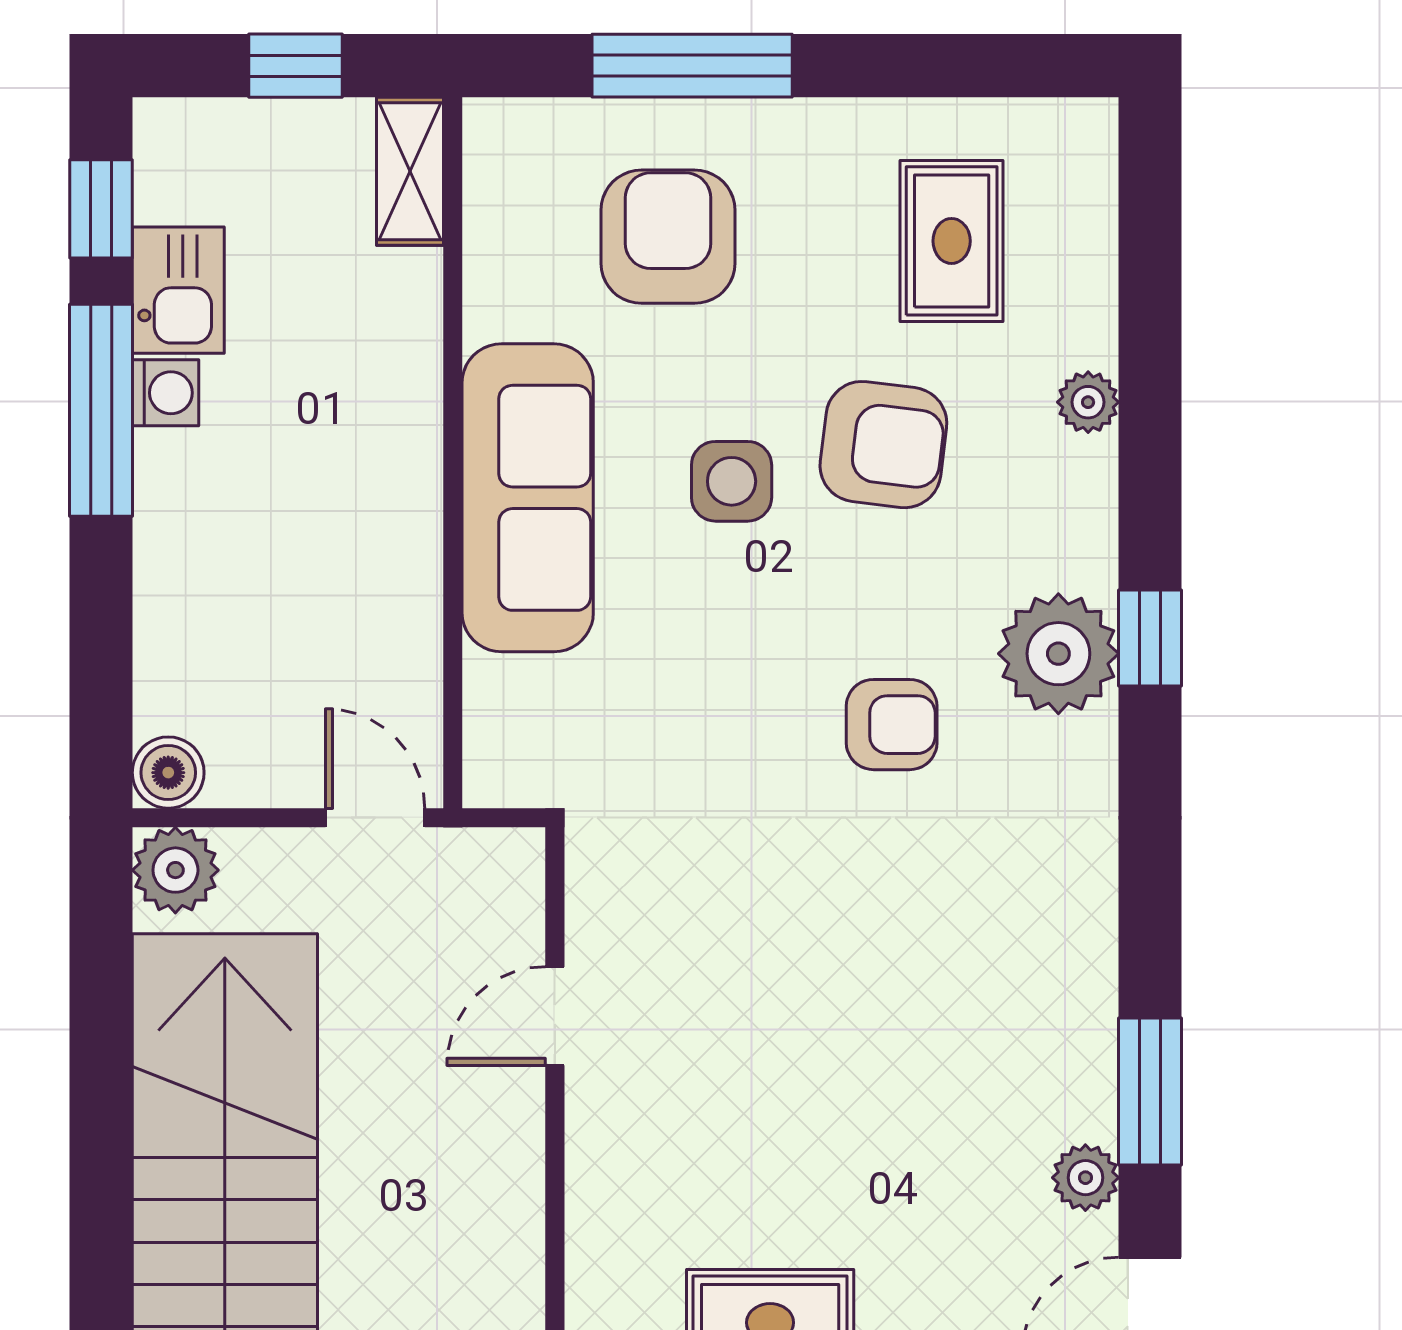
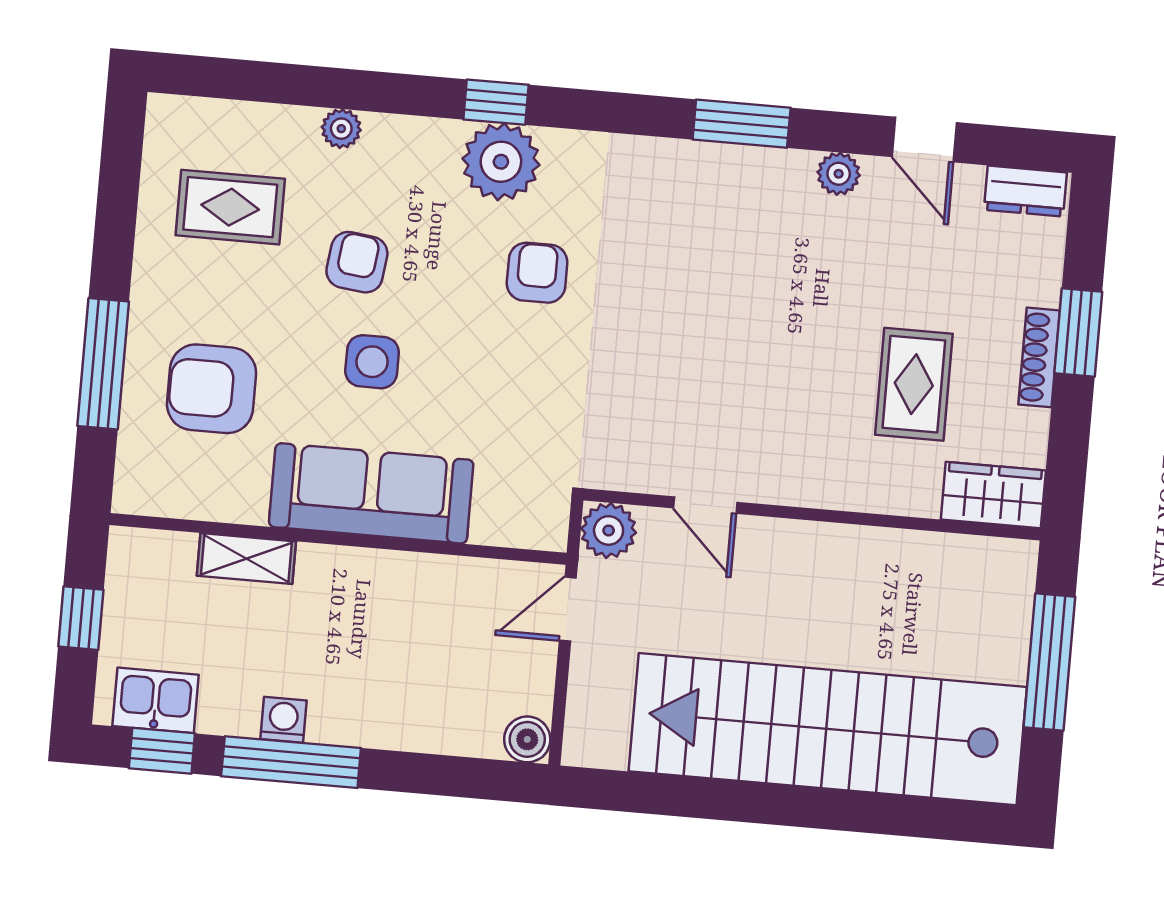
shelving: (410, 171) -> (246, 559), moved
kitchen sink: (178, 290) -> (156, 700), moved
armchair: (883, 445) -> (357, 262), width x0.72, depth x0.72
plant: (175, 870) -> (609, 530), moved
window: (1150, 1092) -> (742, 124), moved

